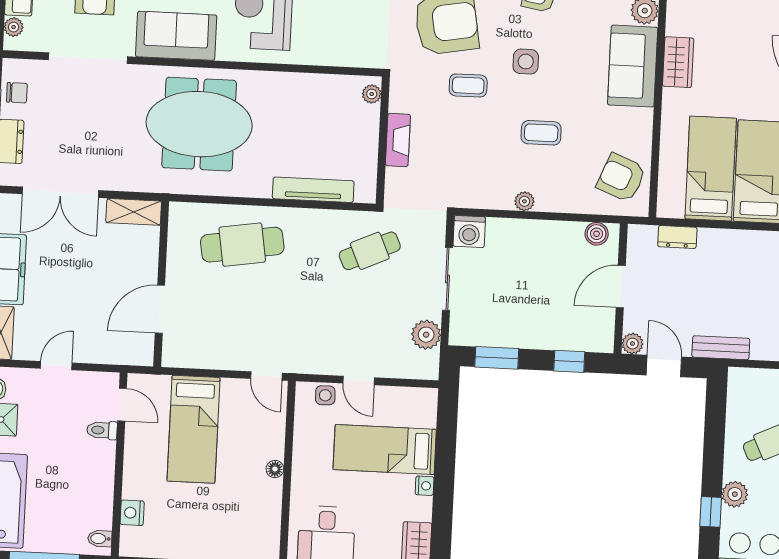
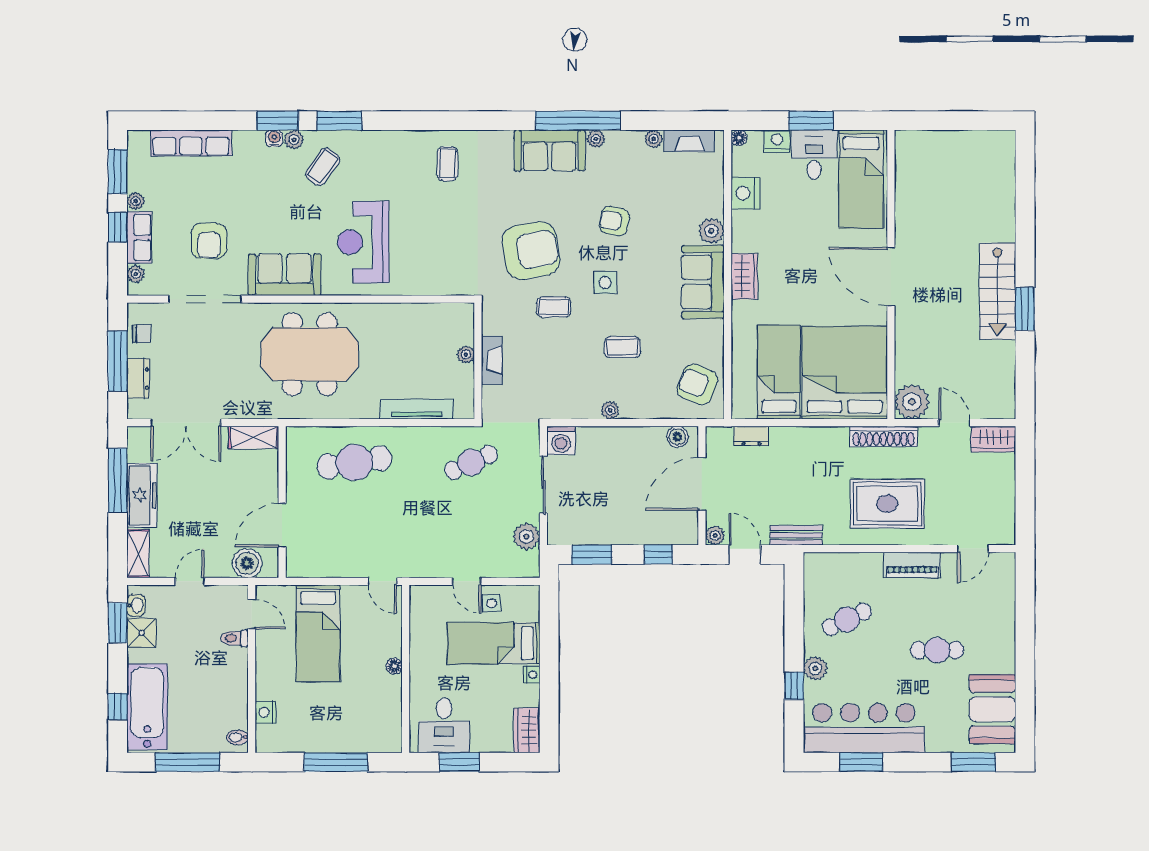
plant: (372, 94) -> (466, 354), moved
door: (621, 287) -> (702, 484), width x1.36
boiler: (120, 349) -> (247, 563), added
side table: (325, 395) -> (491, 603), moved

